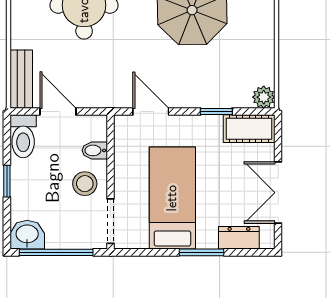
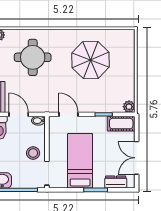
bidet: (95, 150) -> (38, 121), moved

